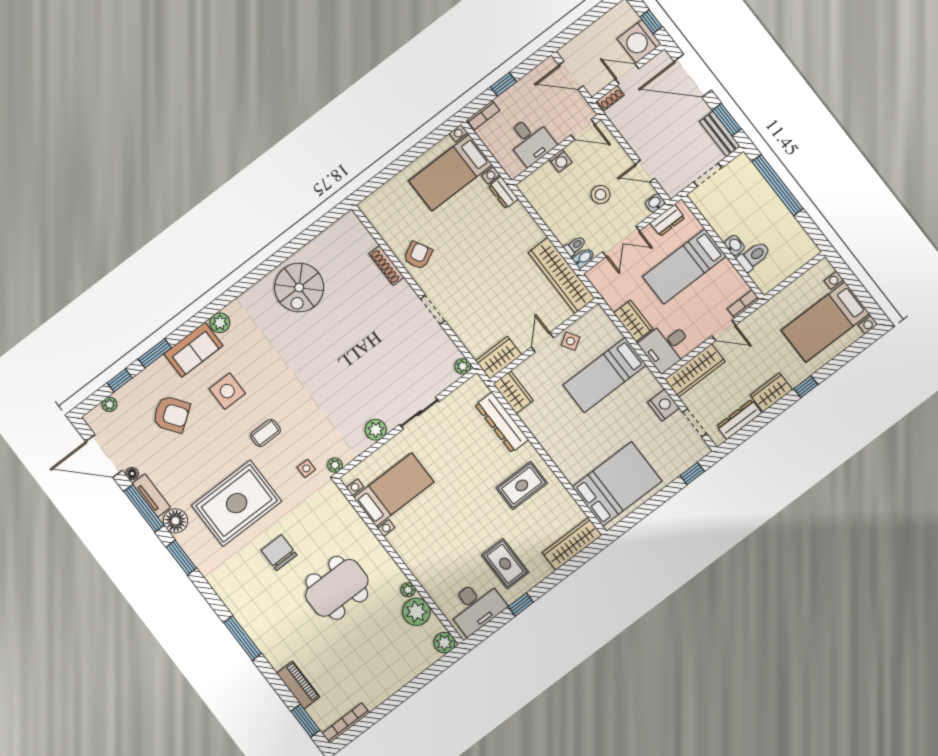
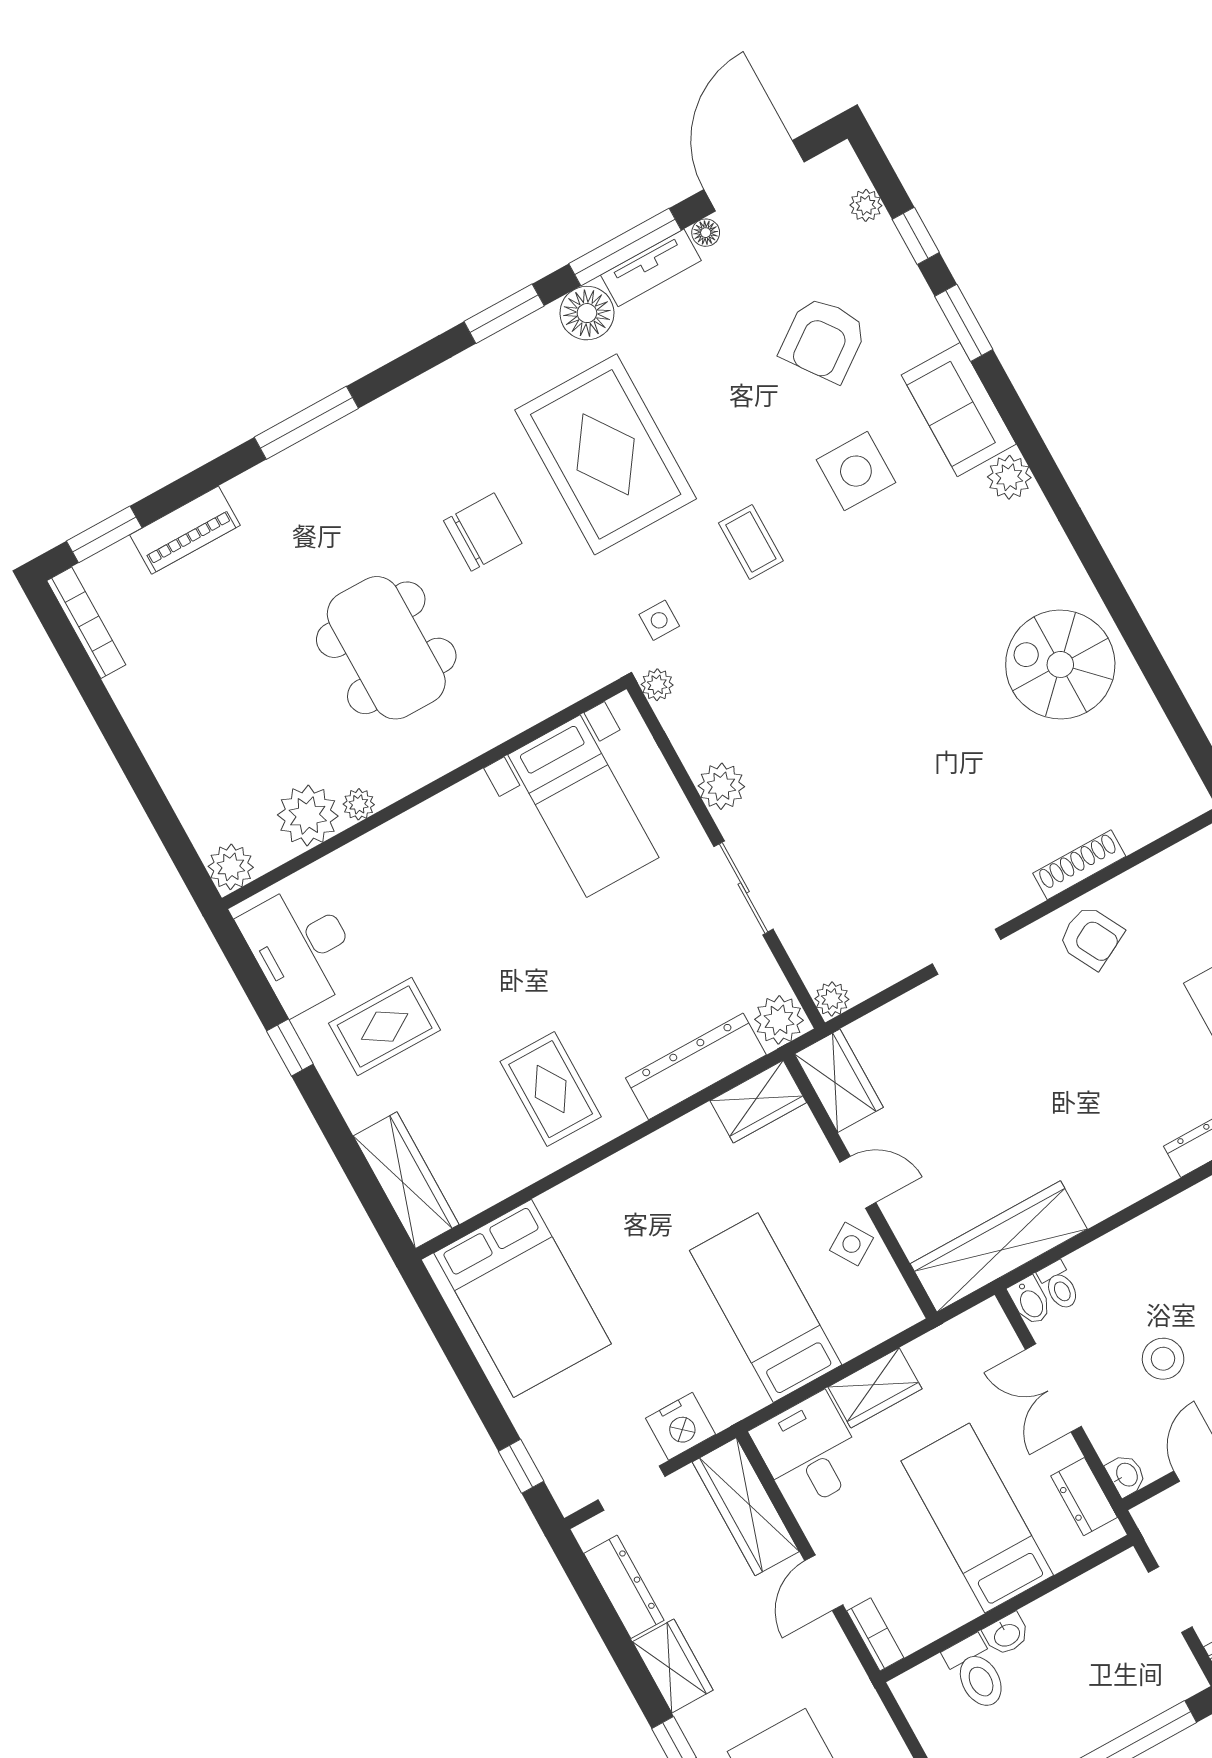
plant: (476, 389) -> (779, 1020), added

